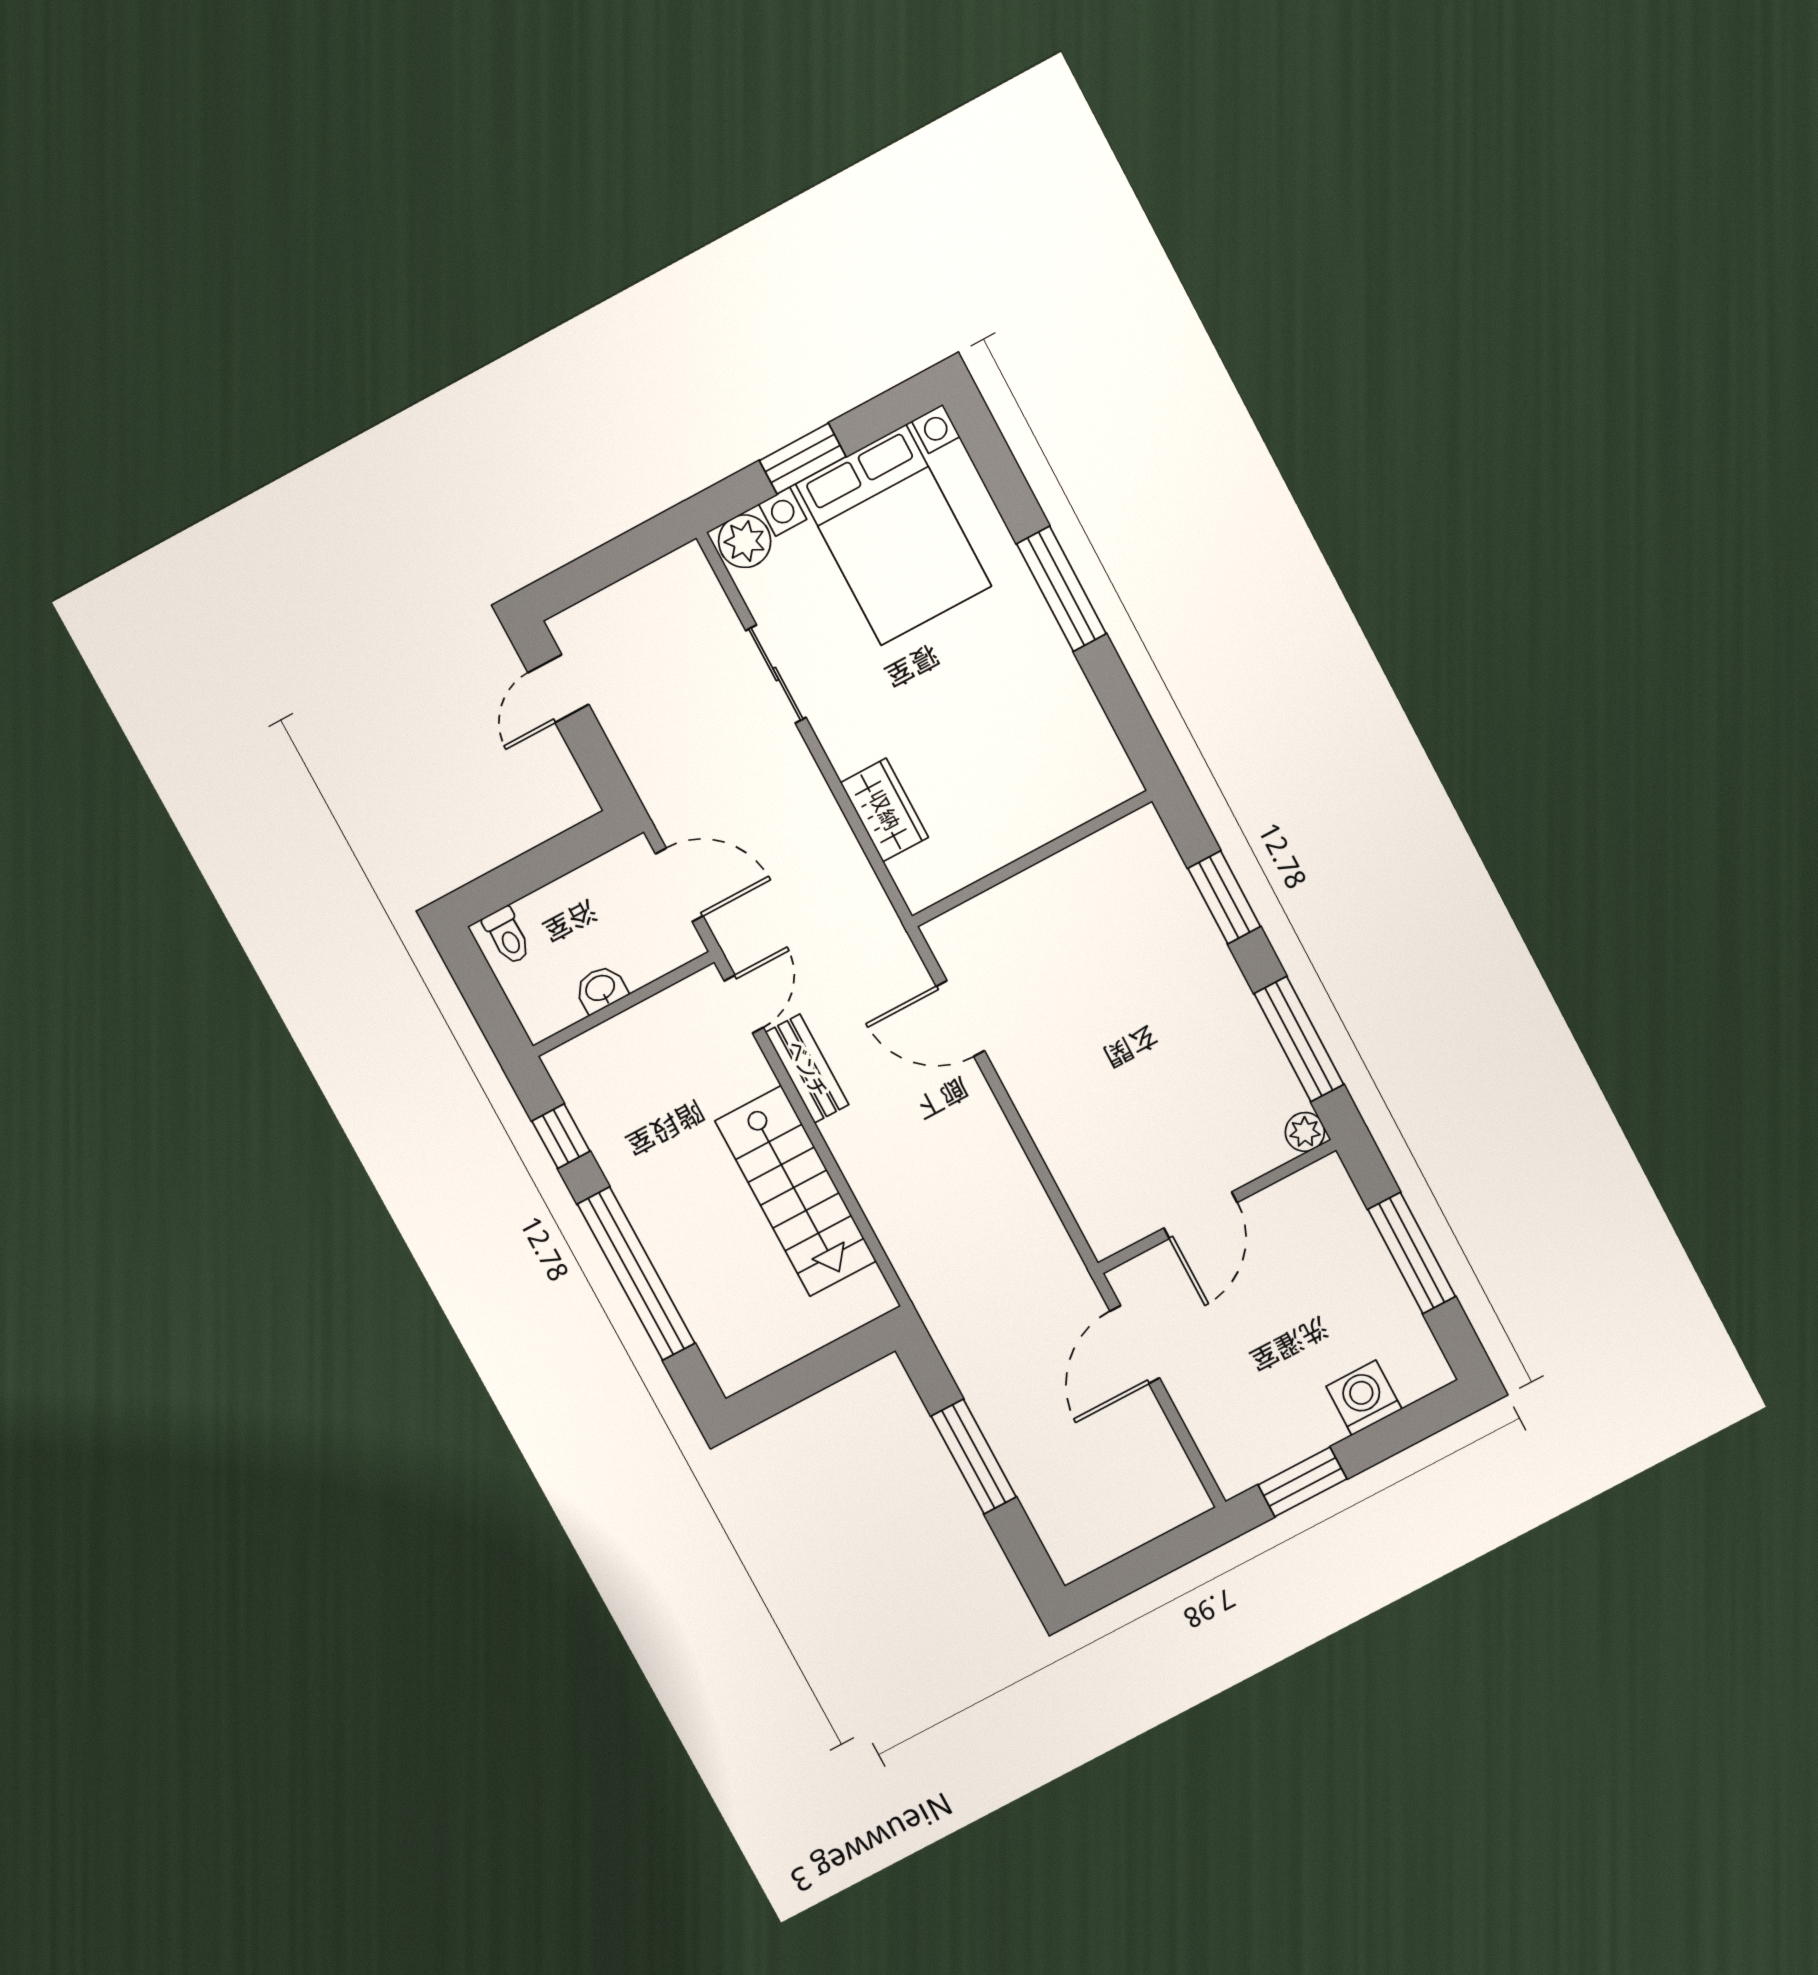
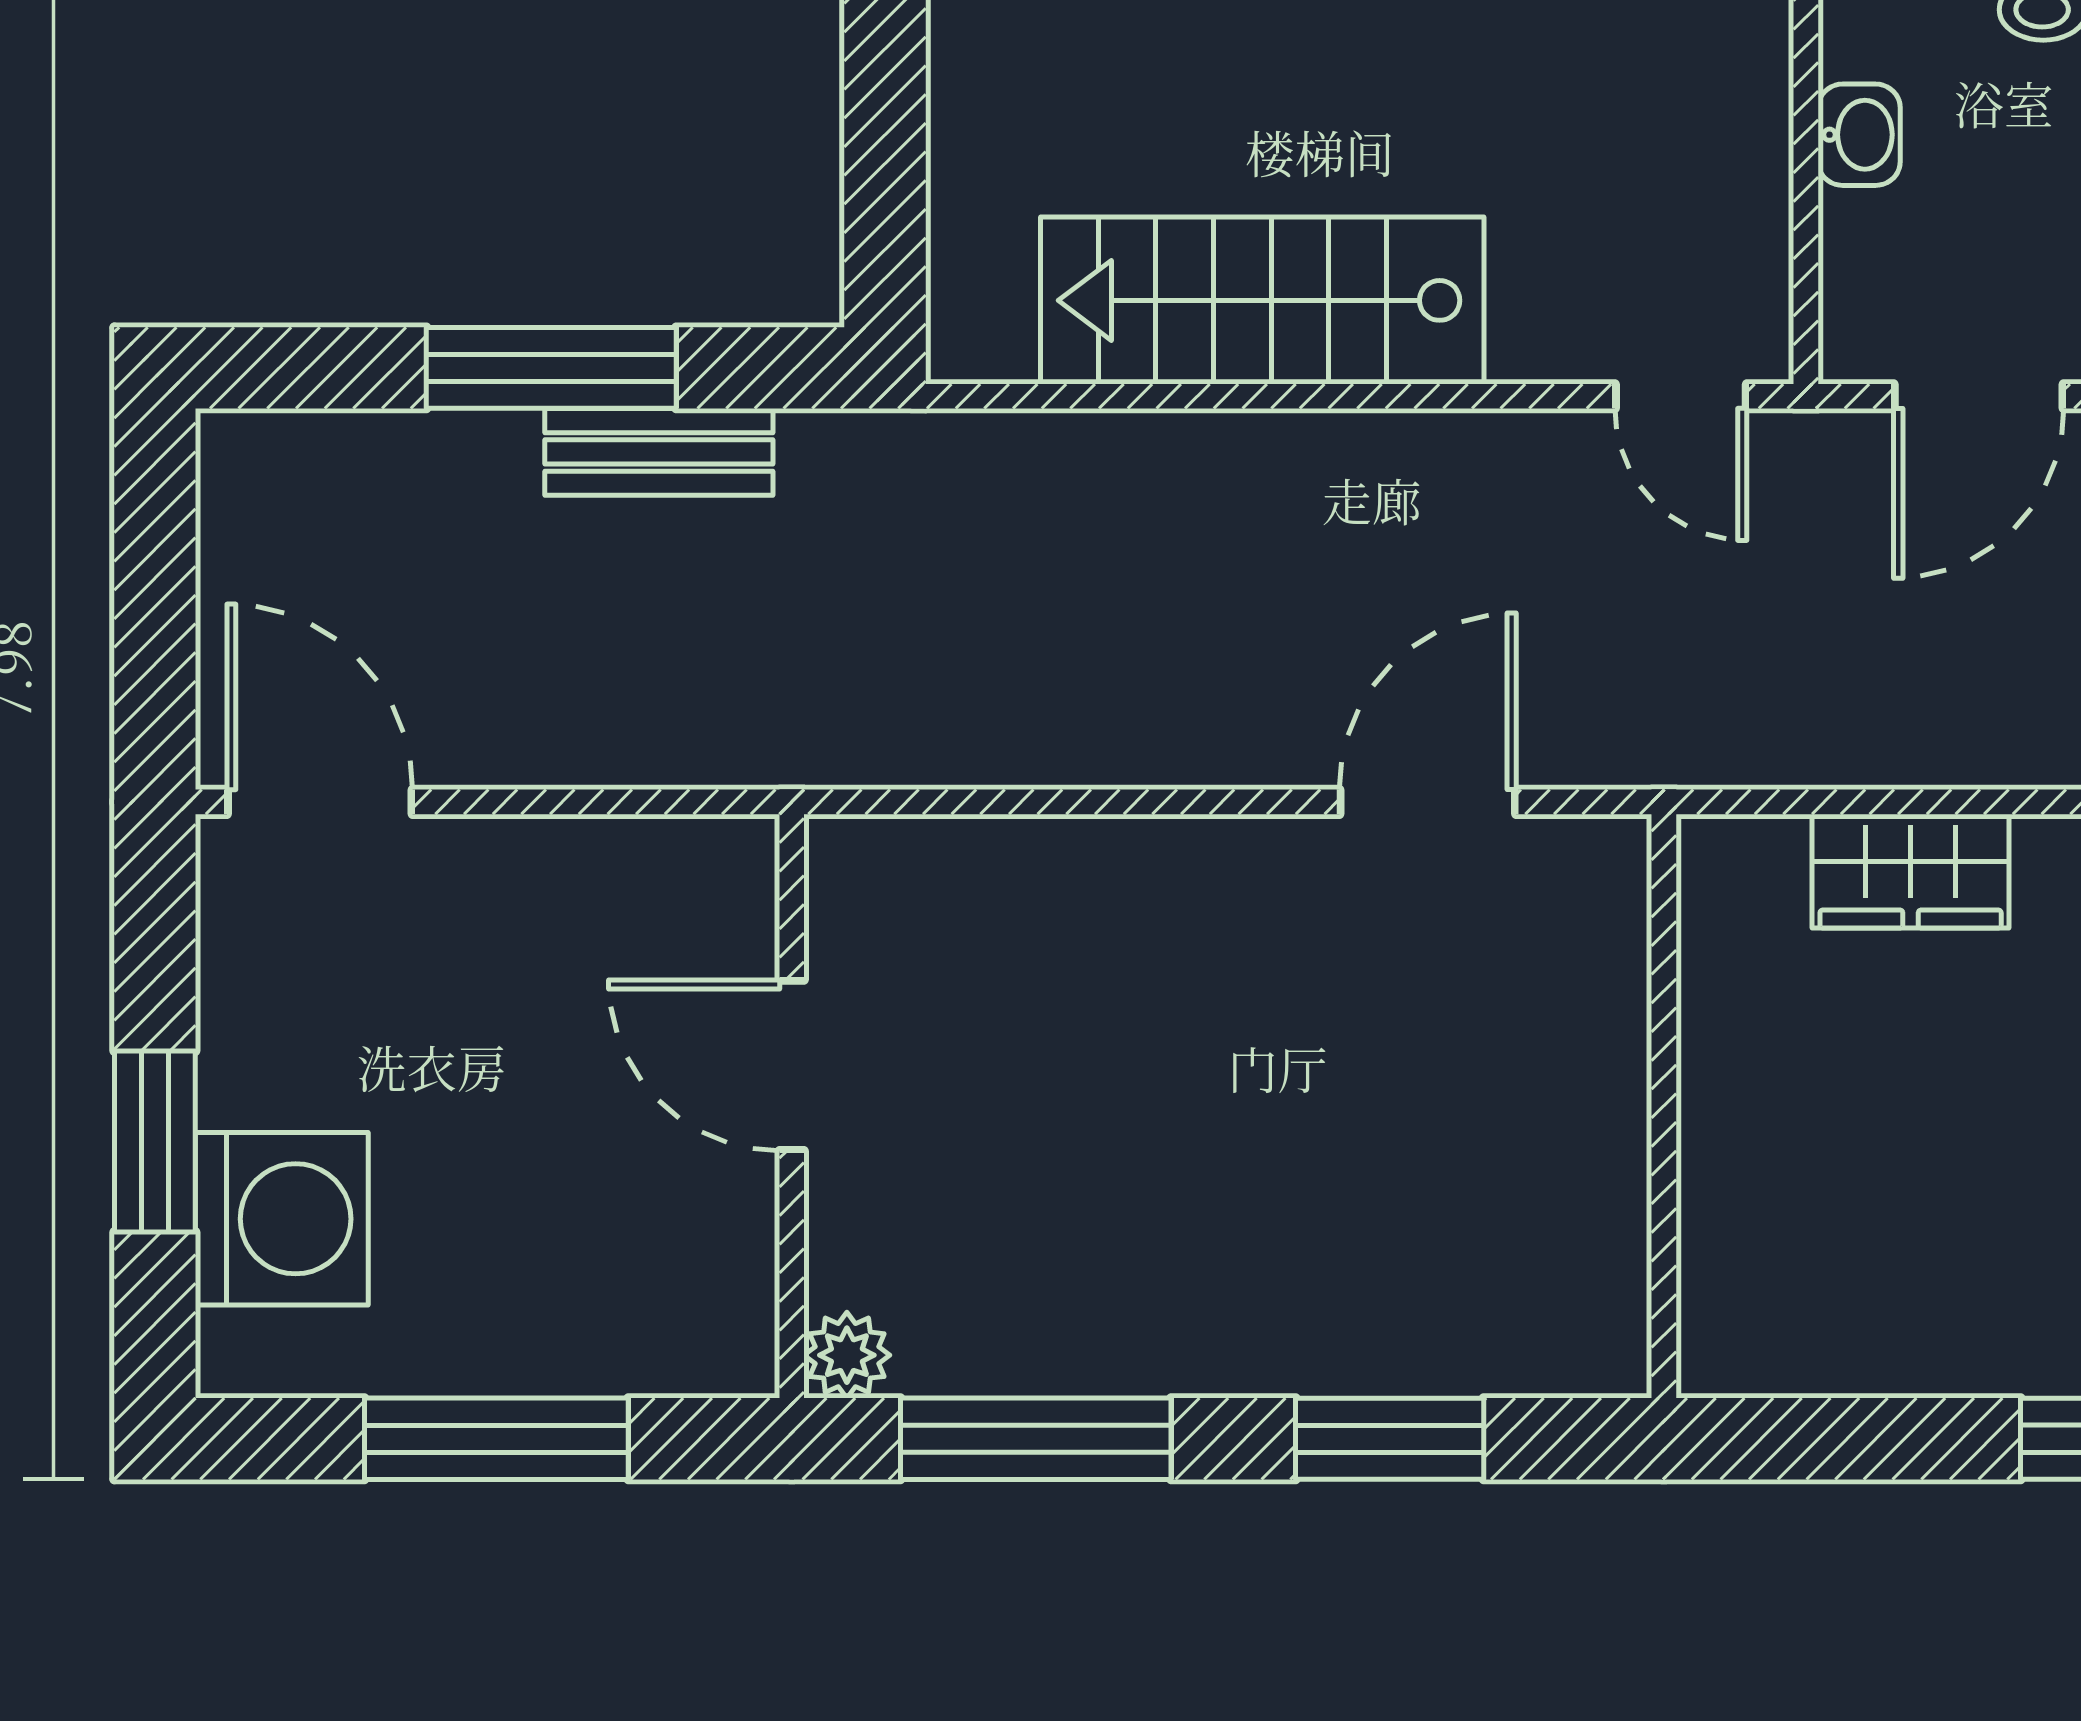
bench: (807, 1069) -> (659, 452), moved
door: (1135, 1345) -> (320, 802), moved
washing machine: (1364, 1398) -> (282, 1219), width x1.37, depth x1.37
window: (1302, 1482) -> (155, 1141), moved

